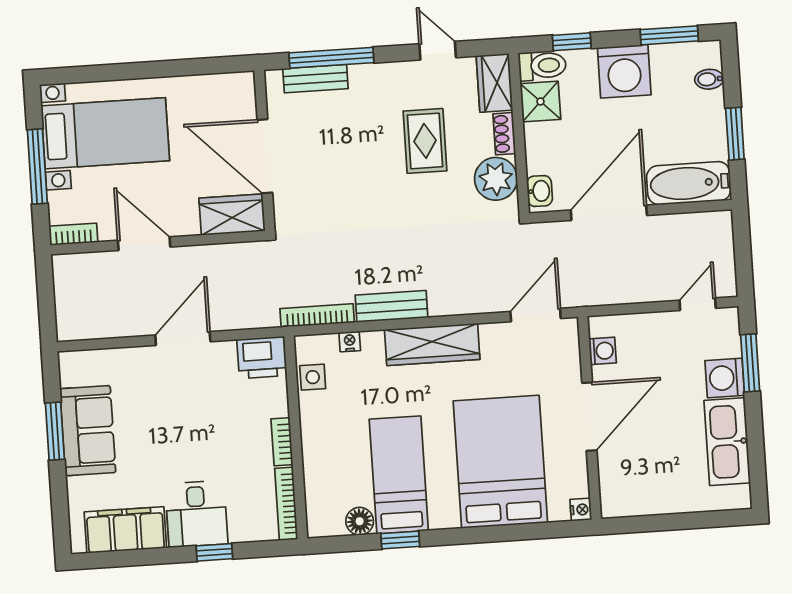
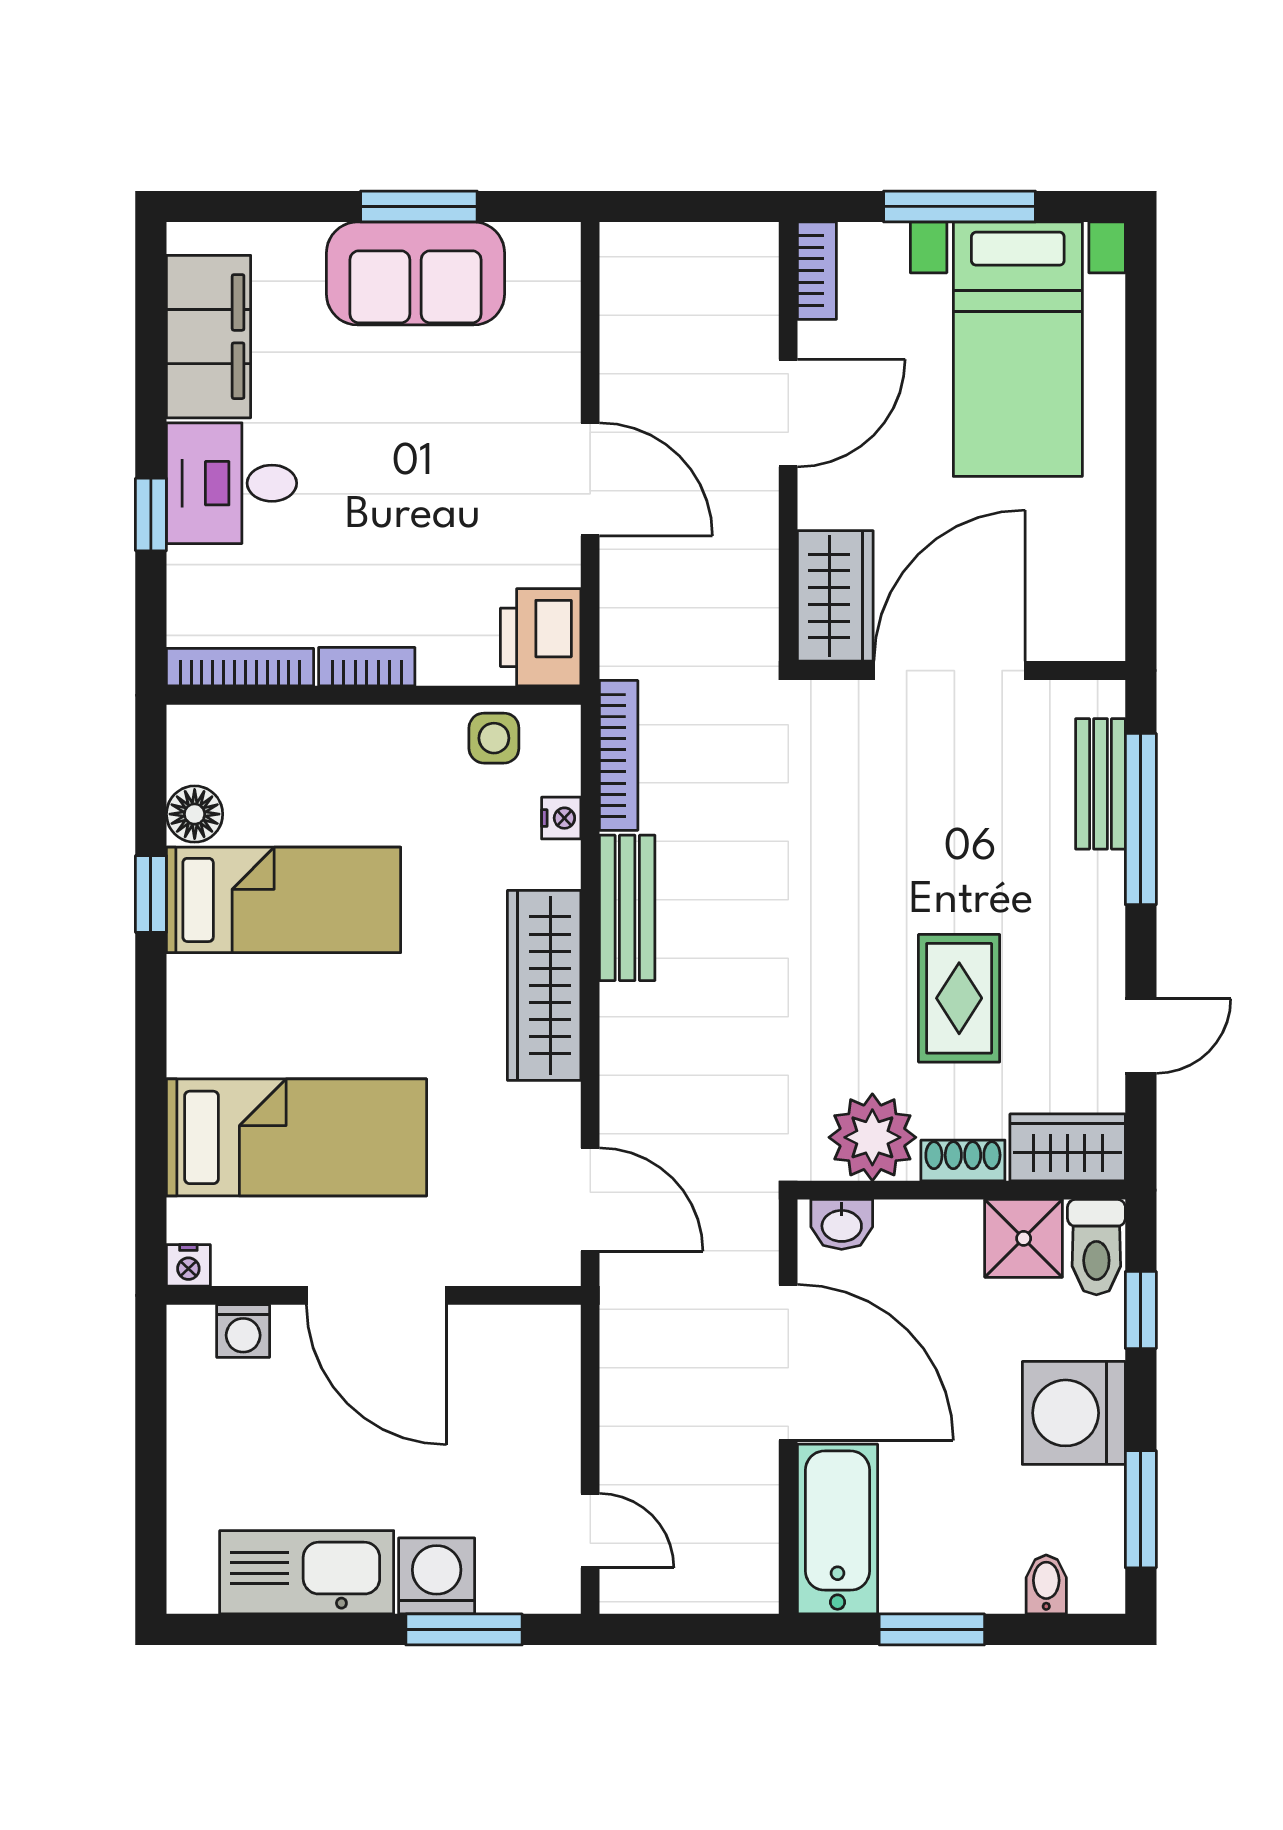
rug: (425, 141) -> (959, 998), turned 90
washing machine: (603, 351) -> (243, 1331), moved
bed: (500, 462) -> (296, 1137), width x0.67

